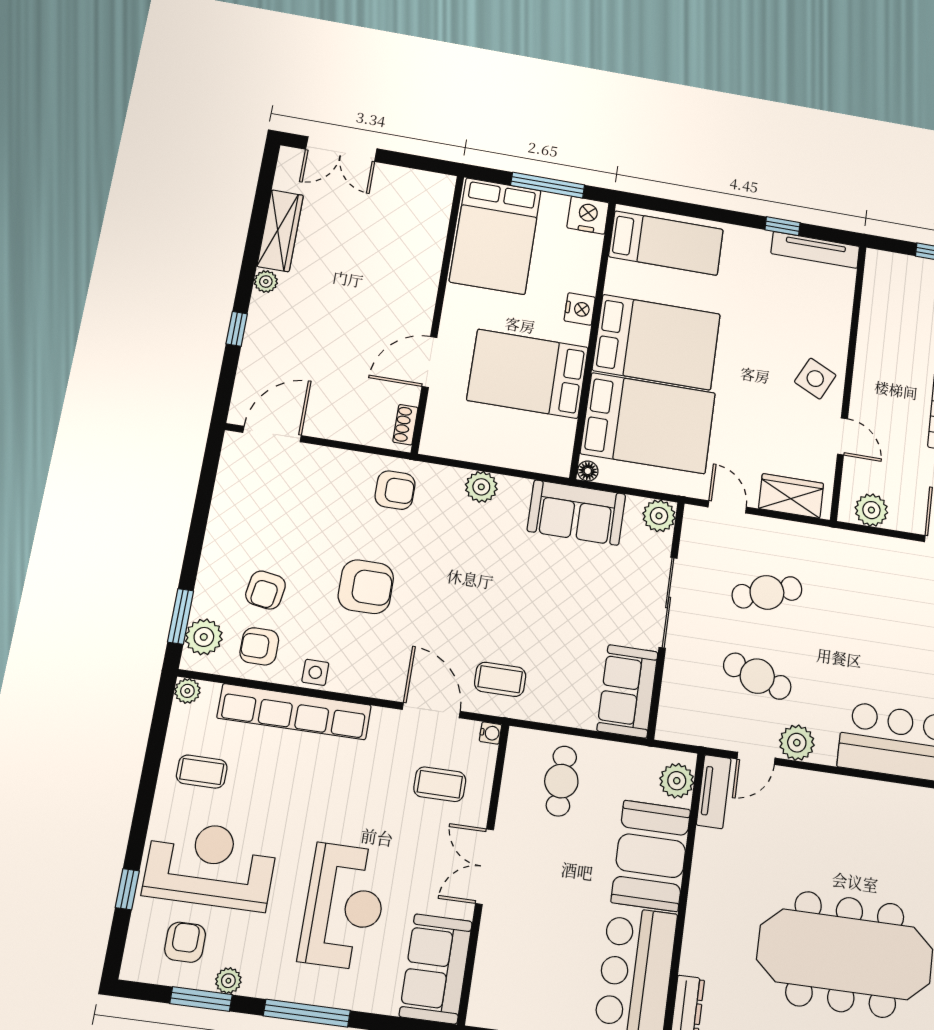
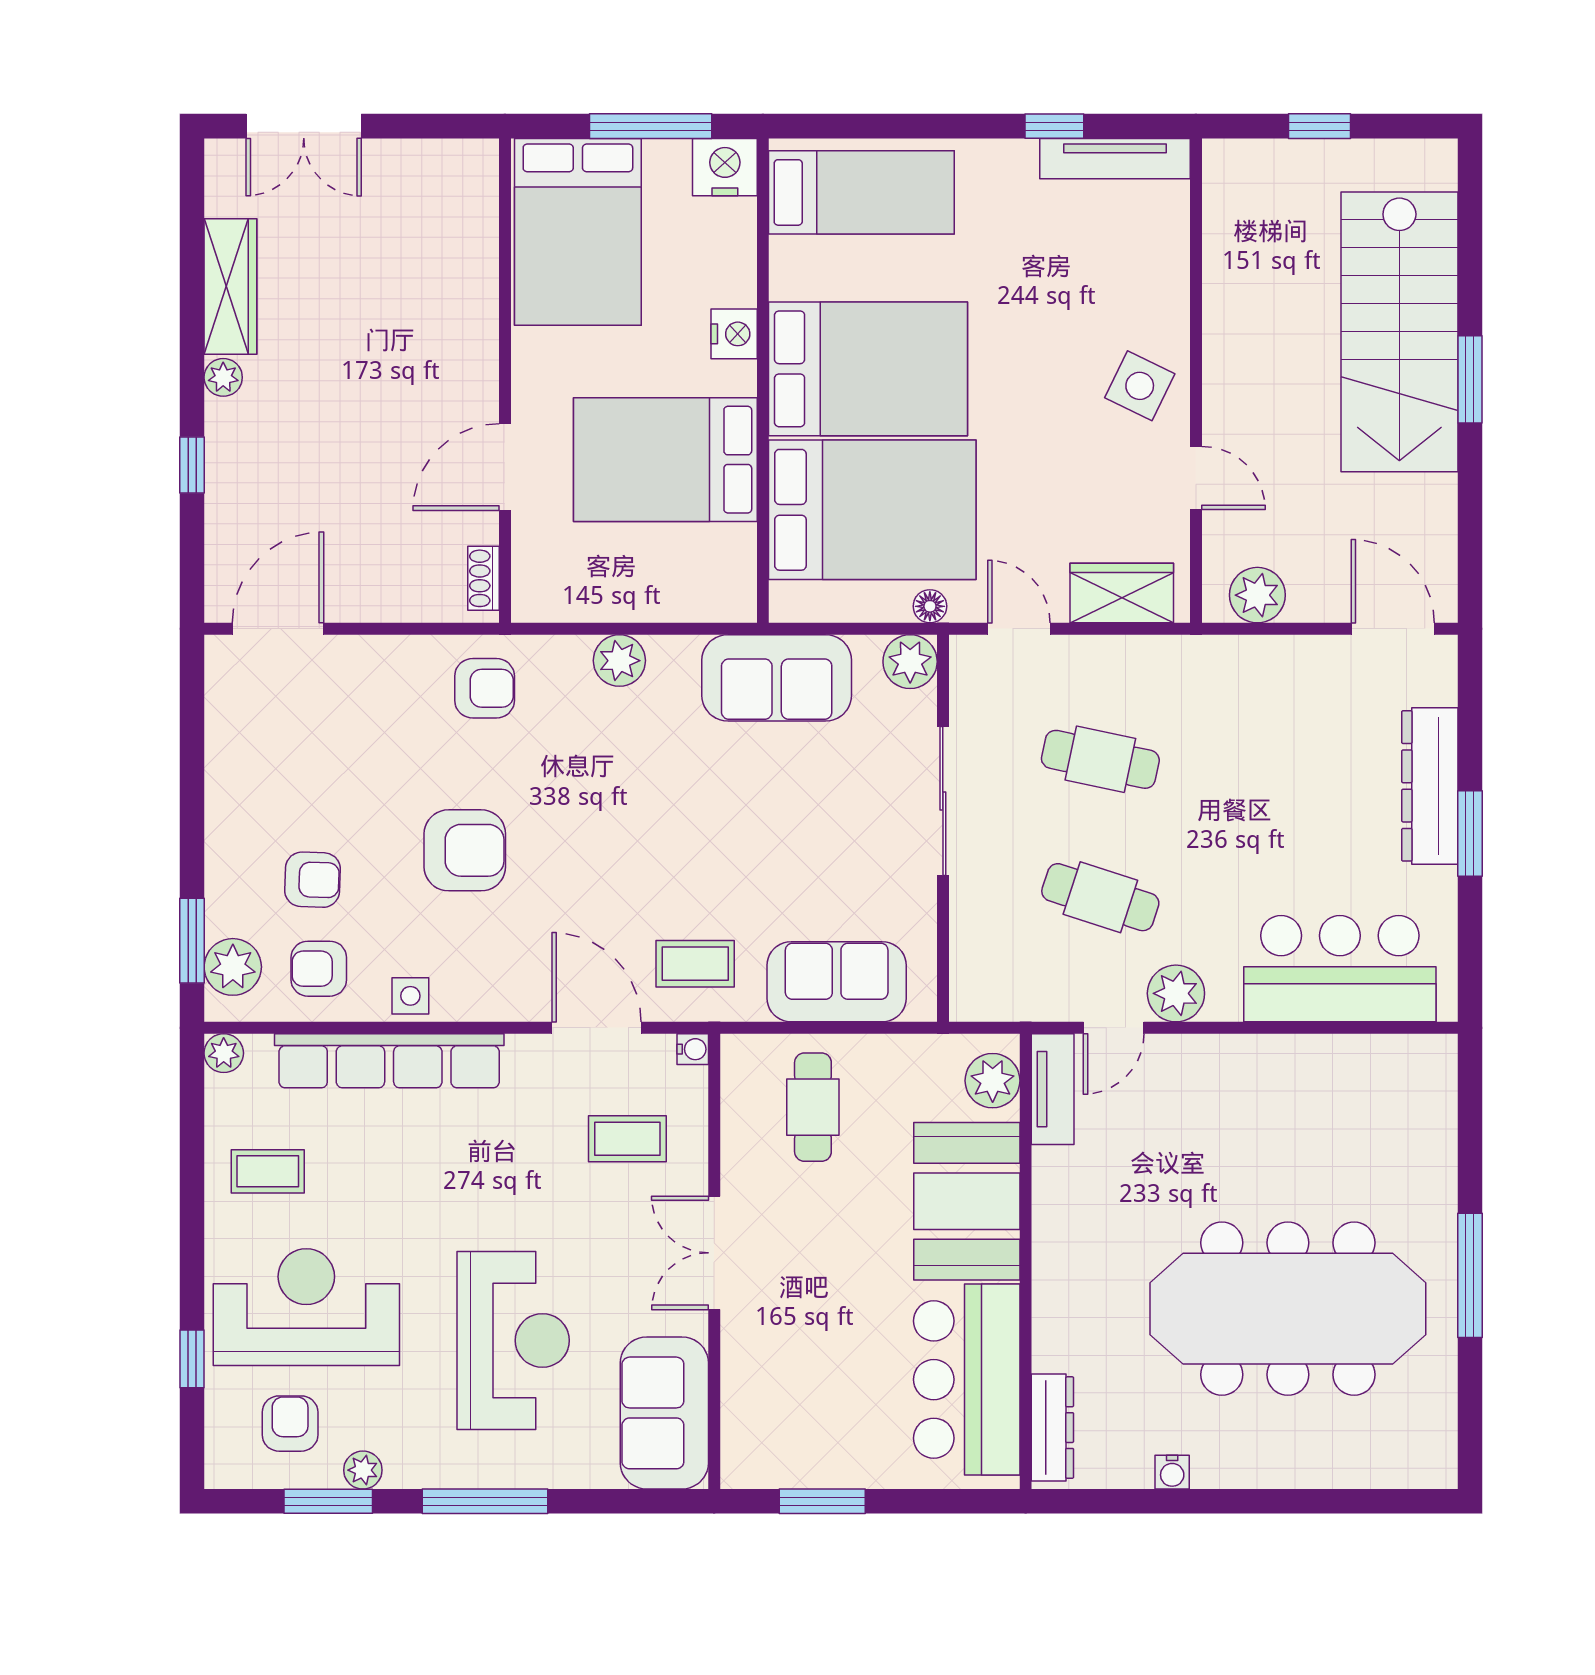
floor lamp: (588, 471) -> (930, 606), moved
armchair: (266, 590) -> (312, 880), turned -97
cafe table: (767, 592) -> (1100, 759), turned 30
sofa: (627, 691) -> (837, 982), moved, turned 90

